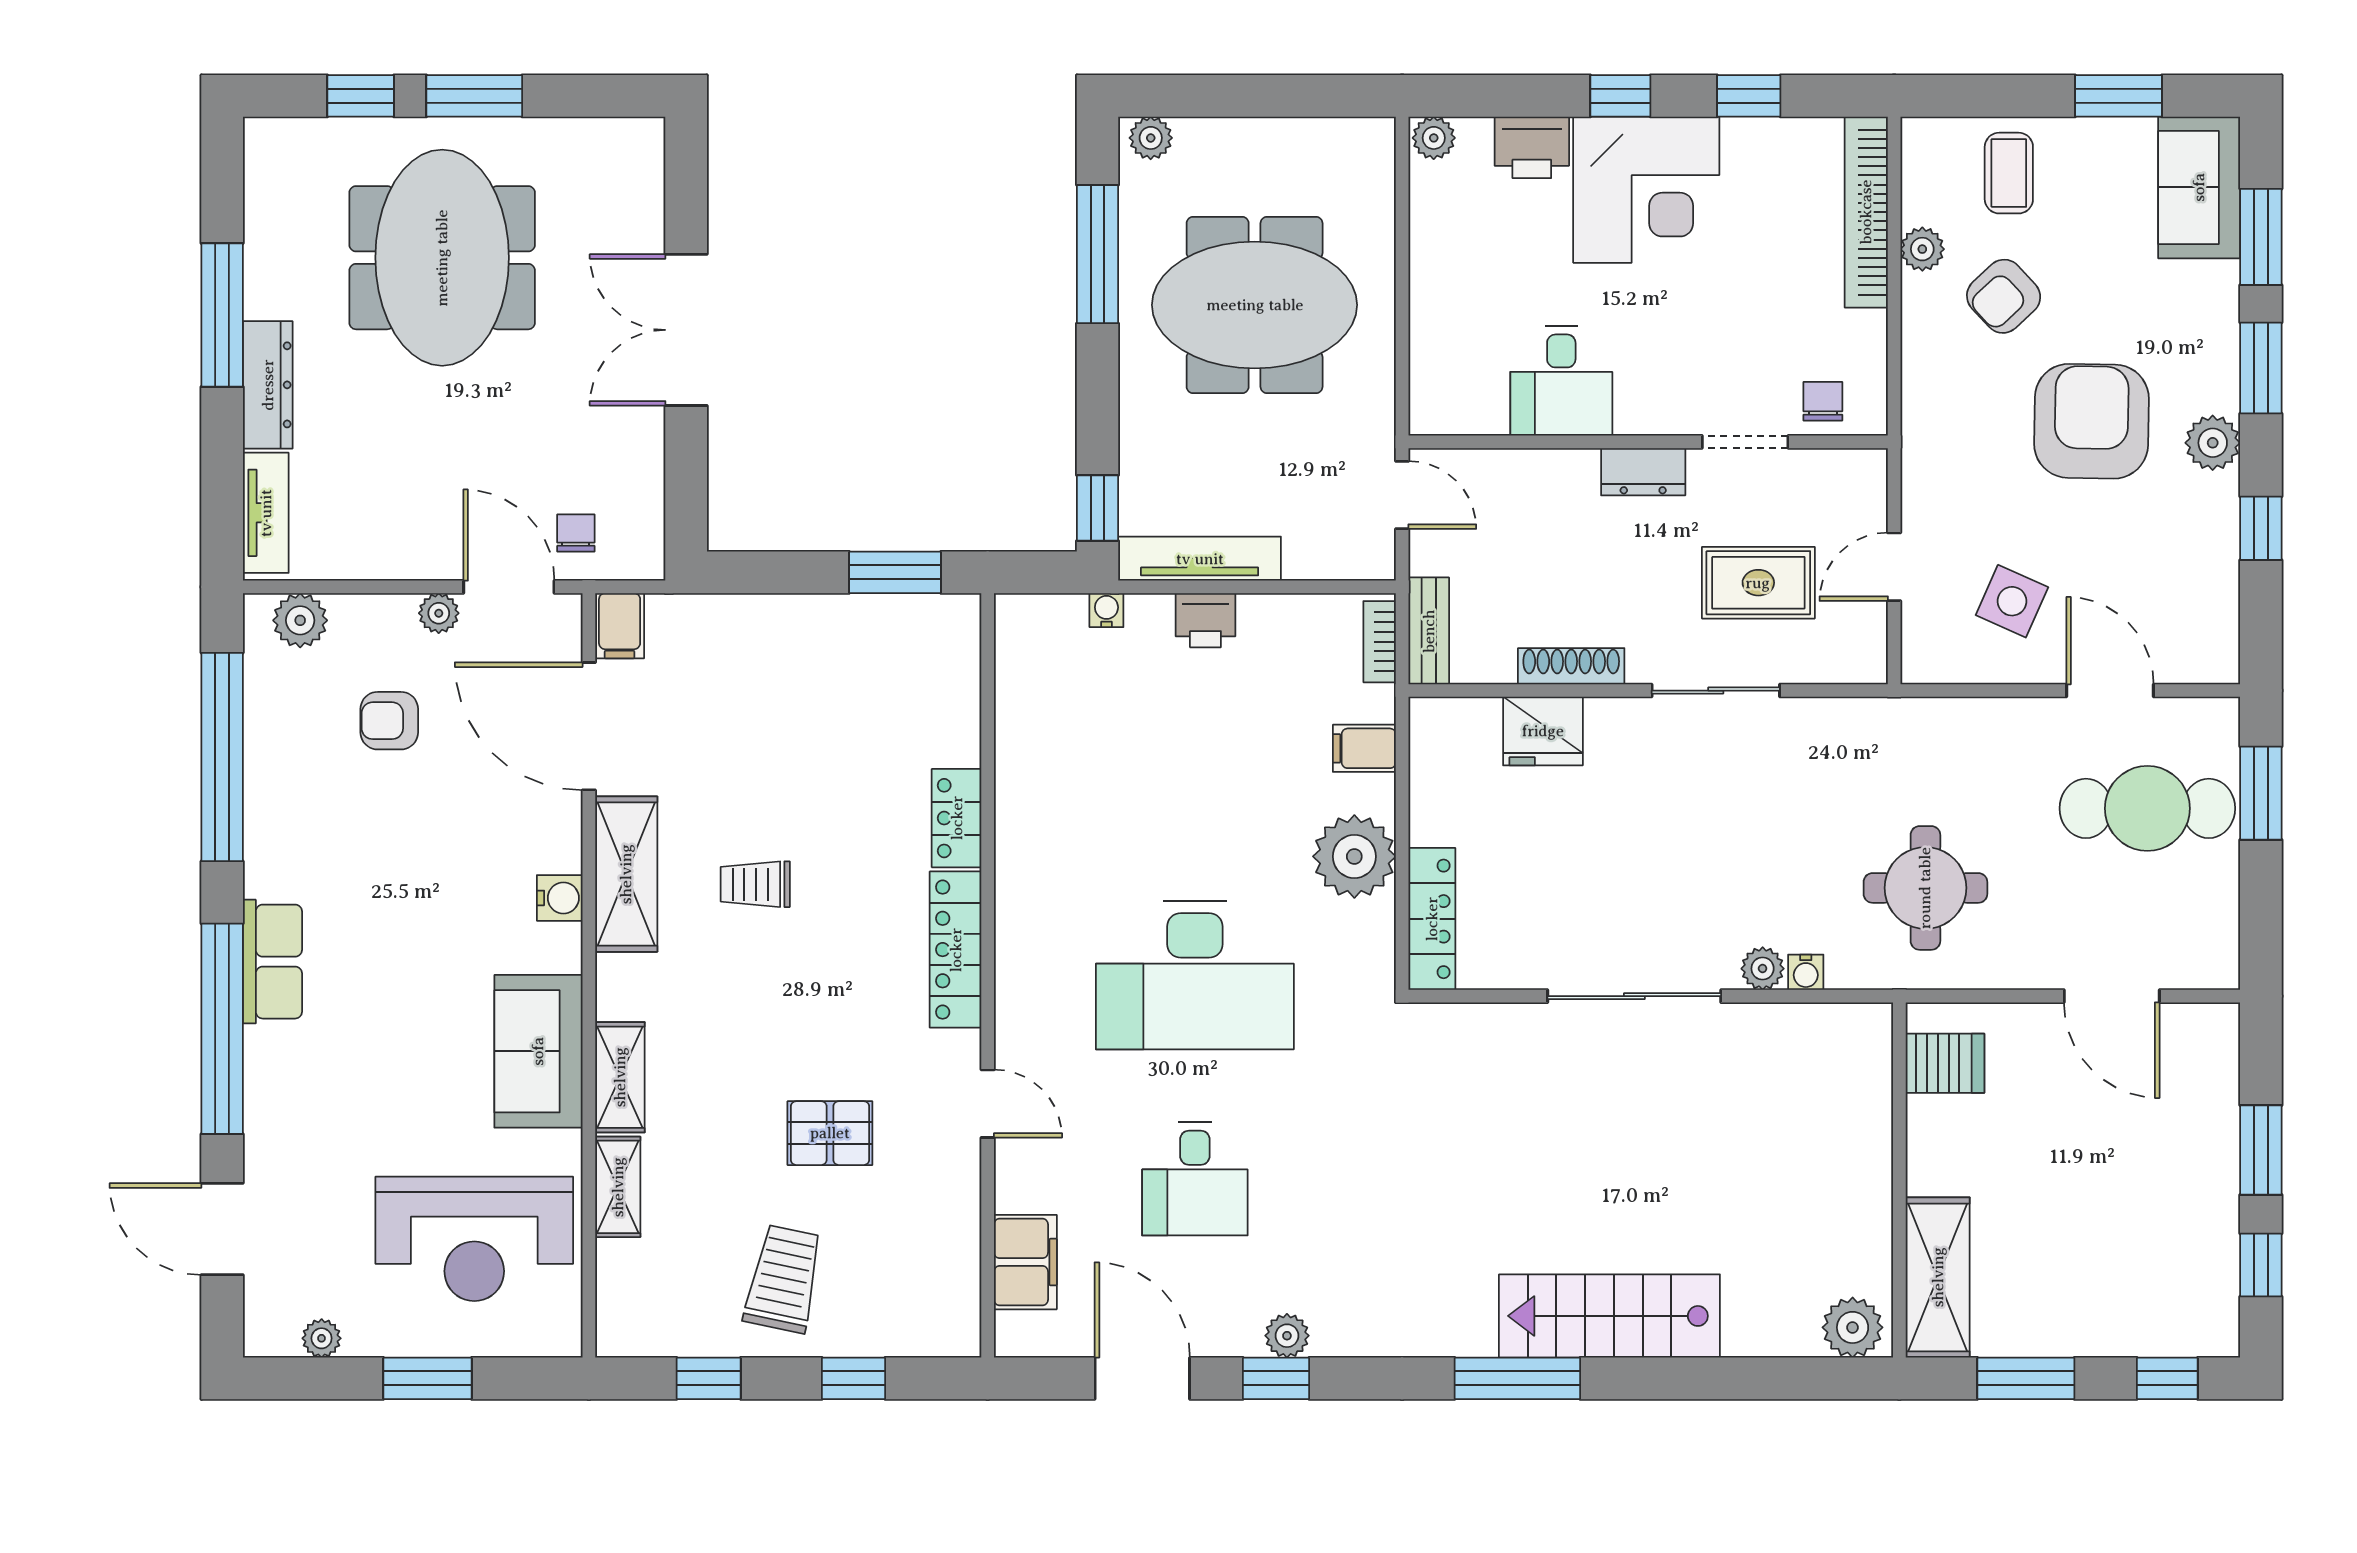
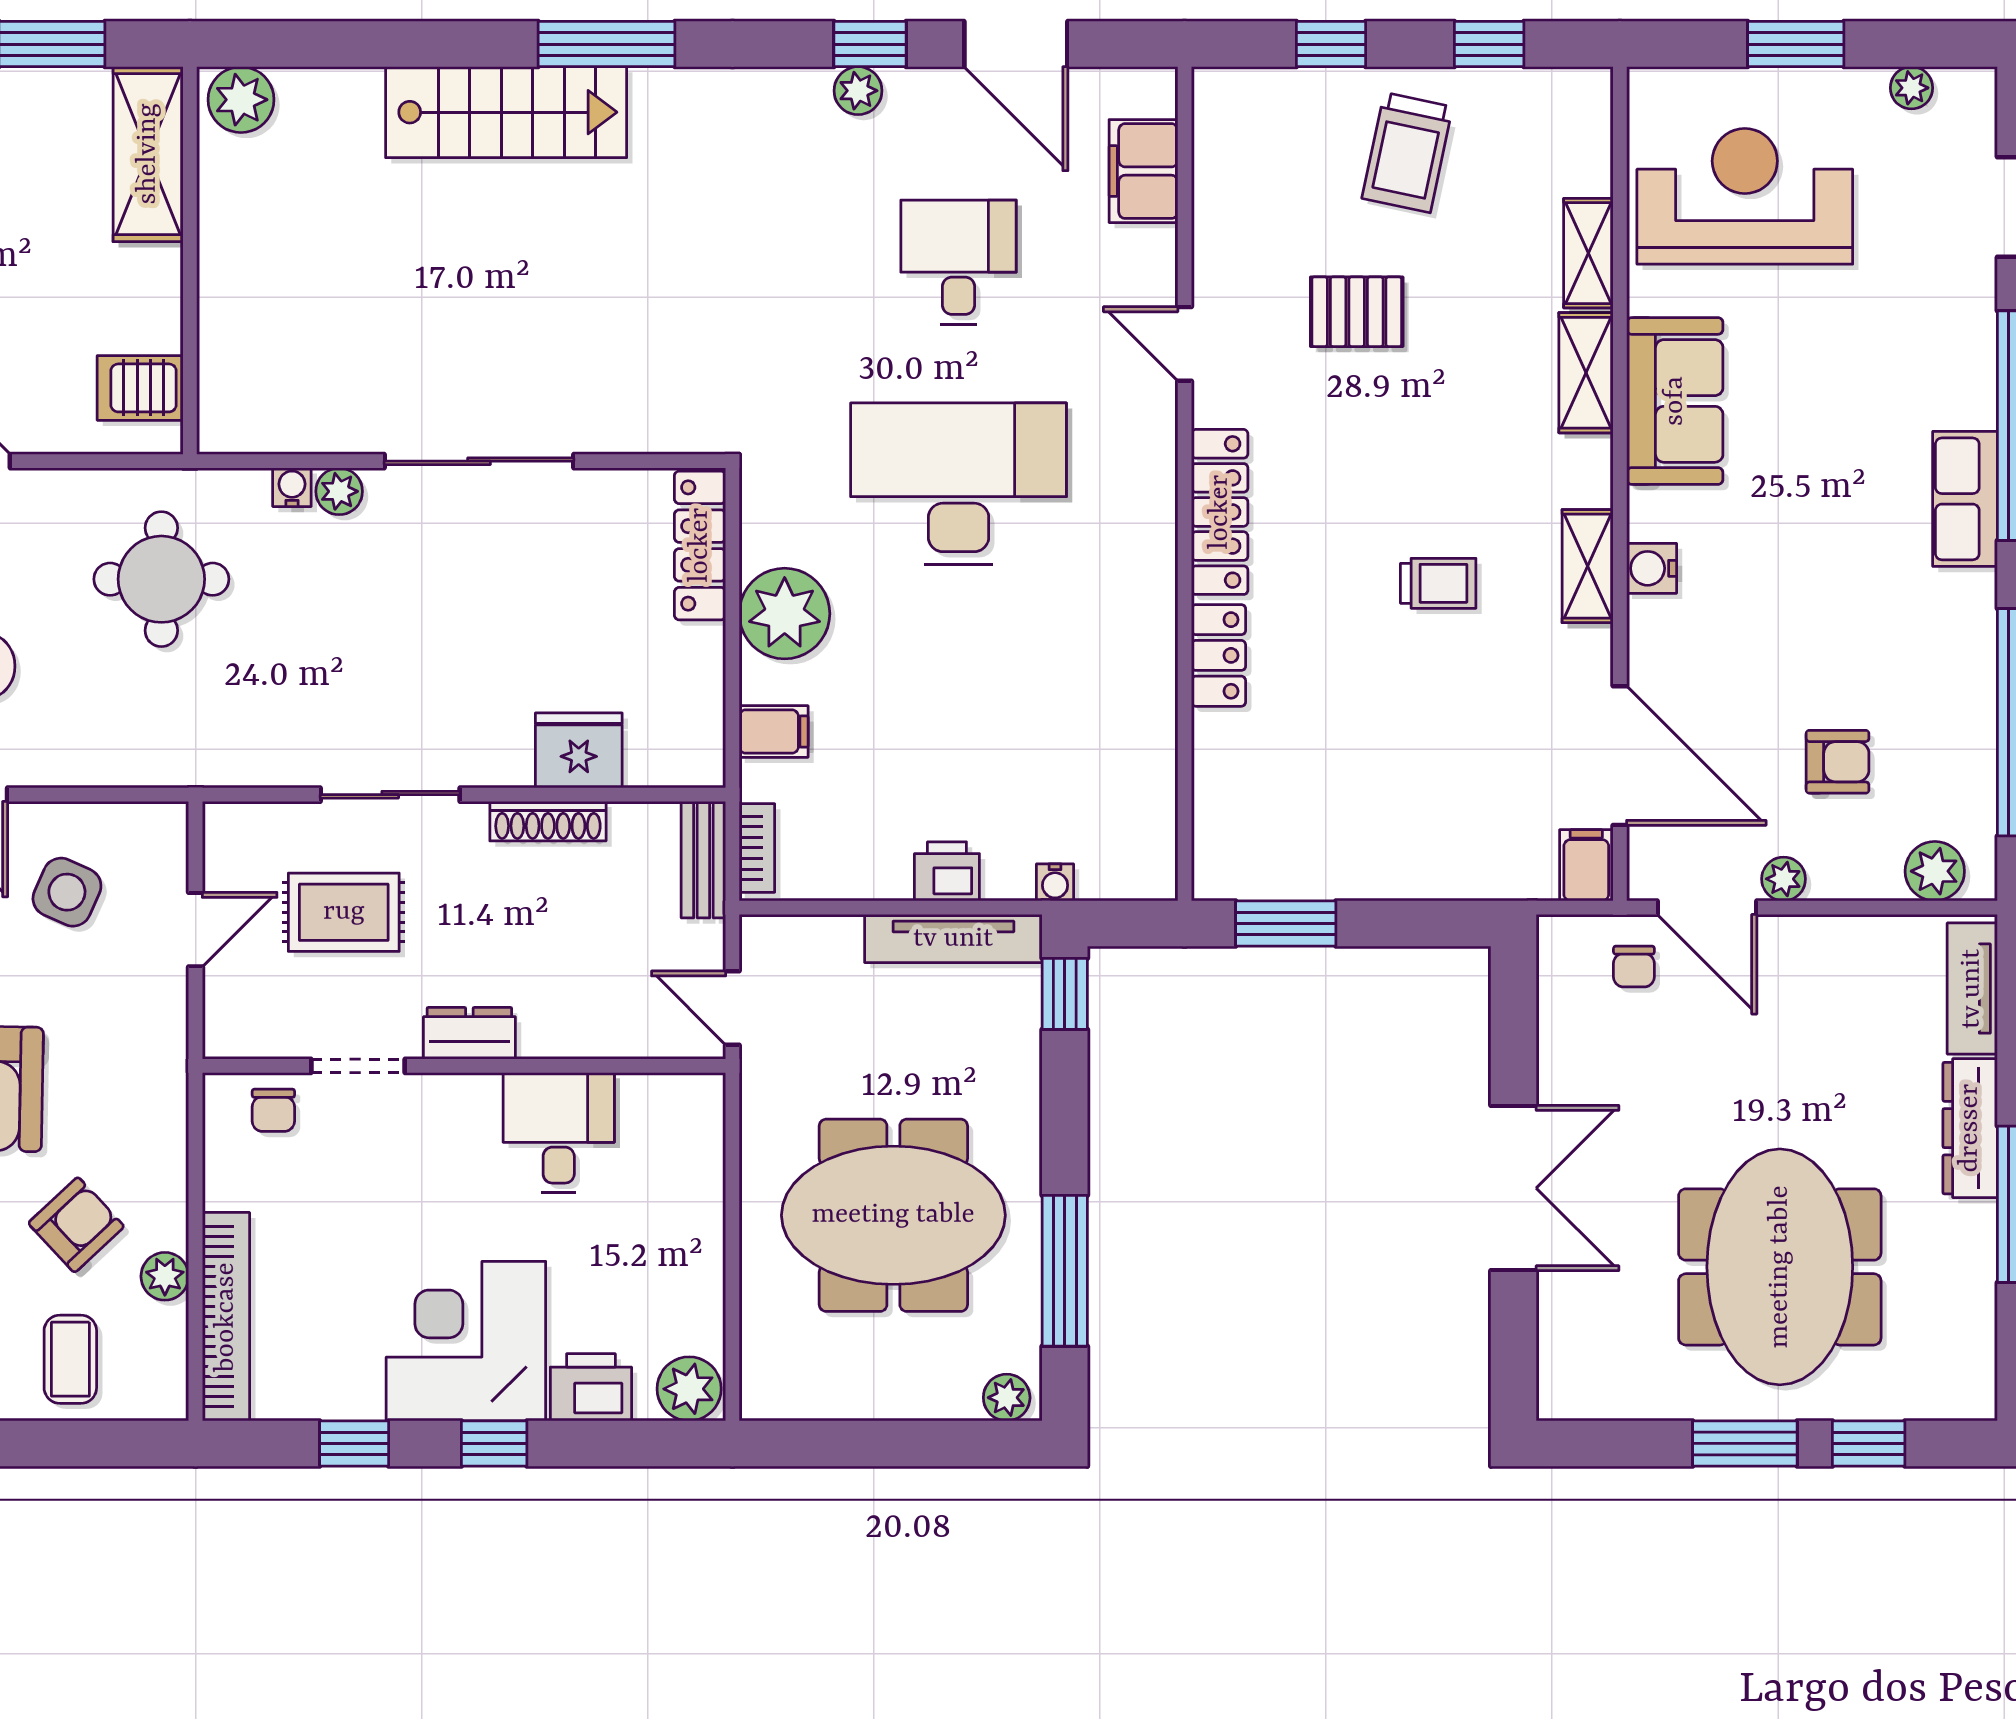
plant: (1434, 138) -> (689, 1389), width x1.38, depth x1.38
shelving: (626, 874) -> (1588, 566), width x0.67, depth x0.75

